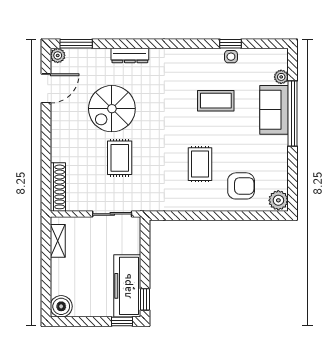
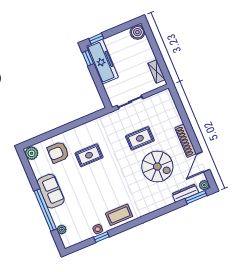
dresser: (130, 55) -> (185, 193), moved
coffee table: (216, 101) -> (119, 215), moved
spiral stairs: (112, 109) -> (157, 167), turned 90
sofa: (274, 110) -> (51, 191), moved
rug: (120, 158) -> (140, 138), turned 90
rug: (200, 164) -> (89, 155), turned 90
shoe rack: (58, 187) -> (186, 141), moved

